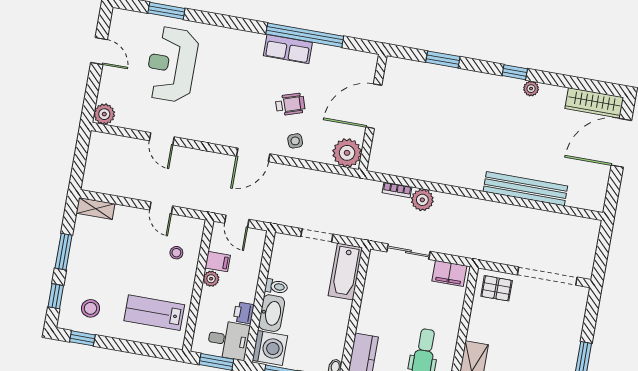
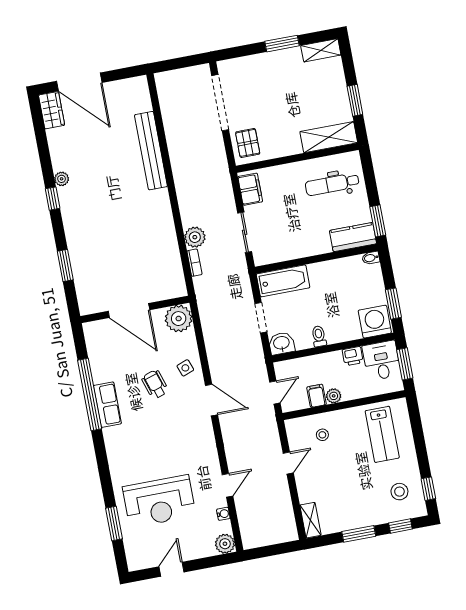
wardrobe: (594, 103) -> (52, 110), width x0.67
water cooler: (135, 124) -> (223, 514), added
washbasin: (272, 313) -> (282, 343), moved, width x0.72

